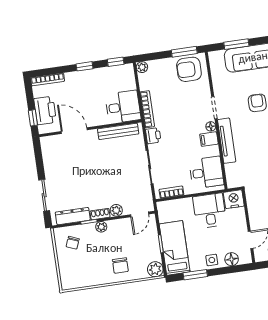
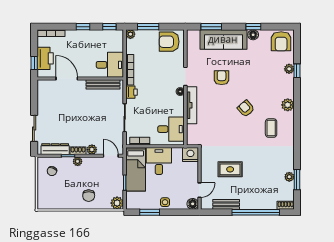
window: (184, 52) -> (148, 27), moved
filing cabinet: (209, 139) -> (177, 102), removed
desk: (210, 211) -> (159, 161), moved
door: (140, 214) -> (111, 156), swing flipped
bed: (175, 248) -> (136, 169), moved, turned 180
floor lamp: (232, 259) -> (193, 204), moved

